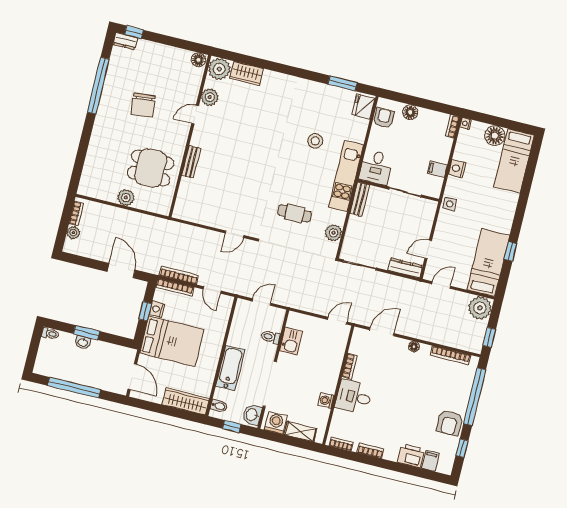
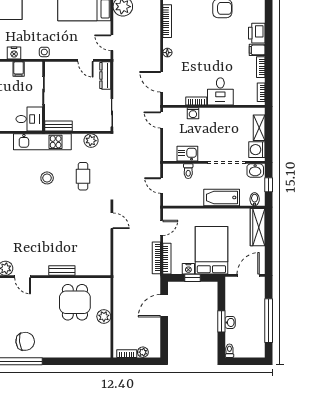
chair: (143, 105) -> (25, 341), moved
stool: (315, 141) -> (47, 178), moved
washing machine: (326, 400) -> (193, 113), moved
filing cabinet: (430, 461) -> (257, 50), moved

